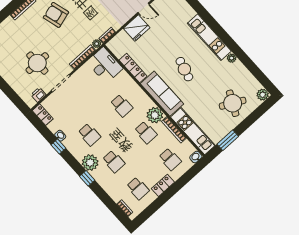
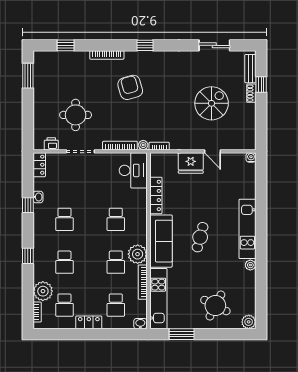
plant: (90, 163) -> (43, 291), moved

